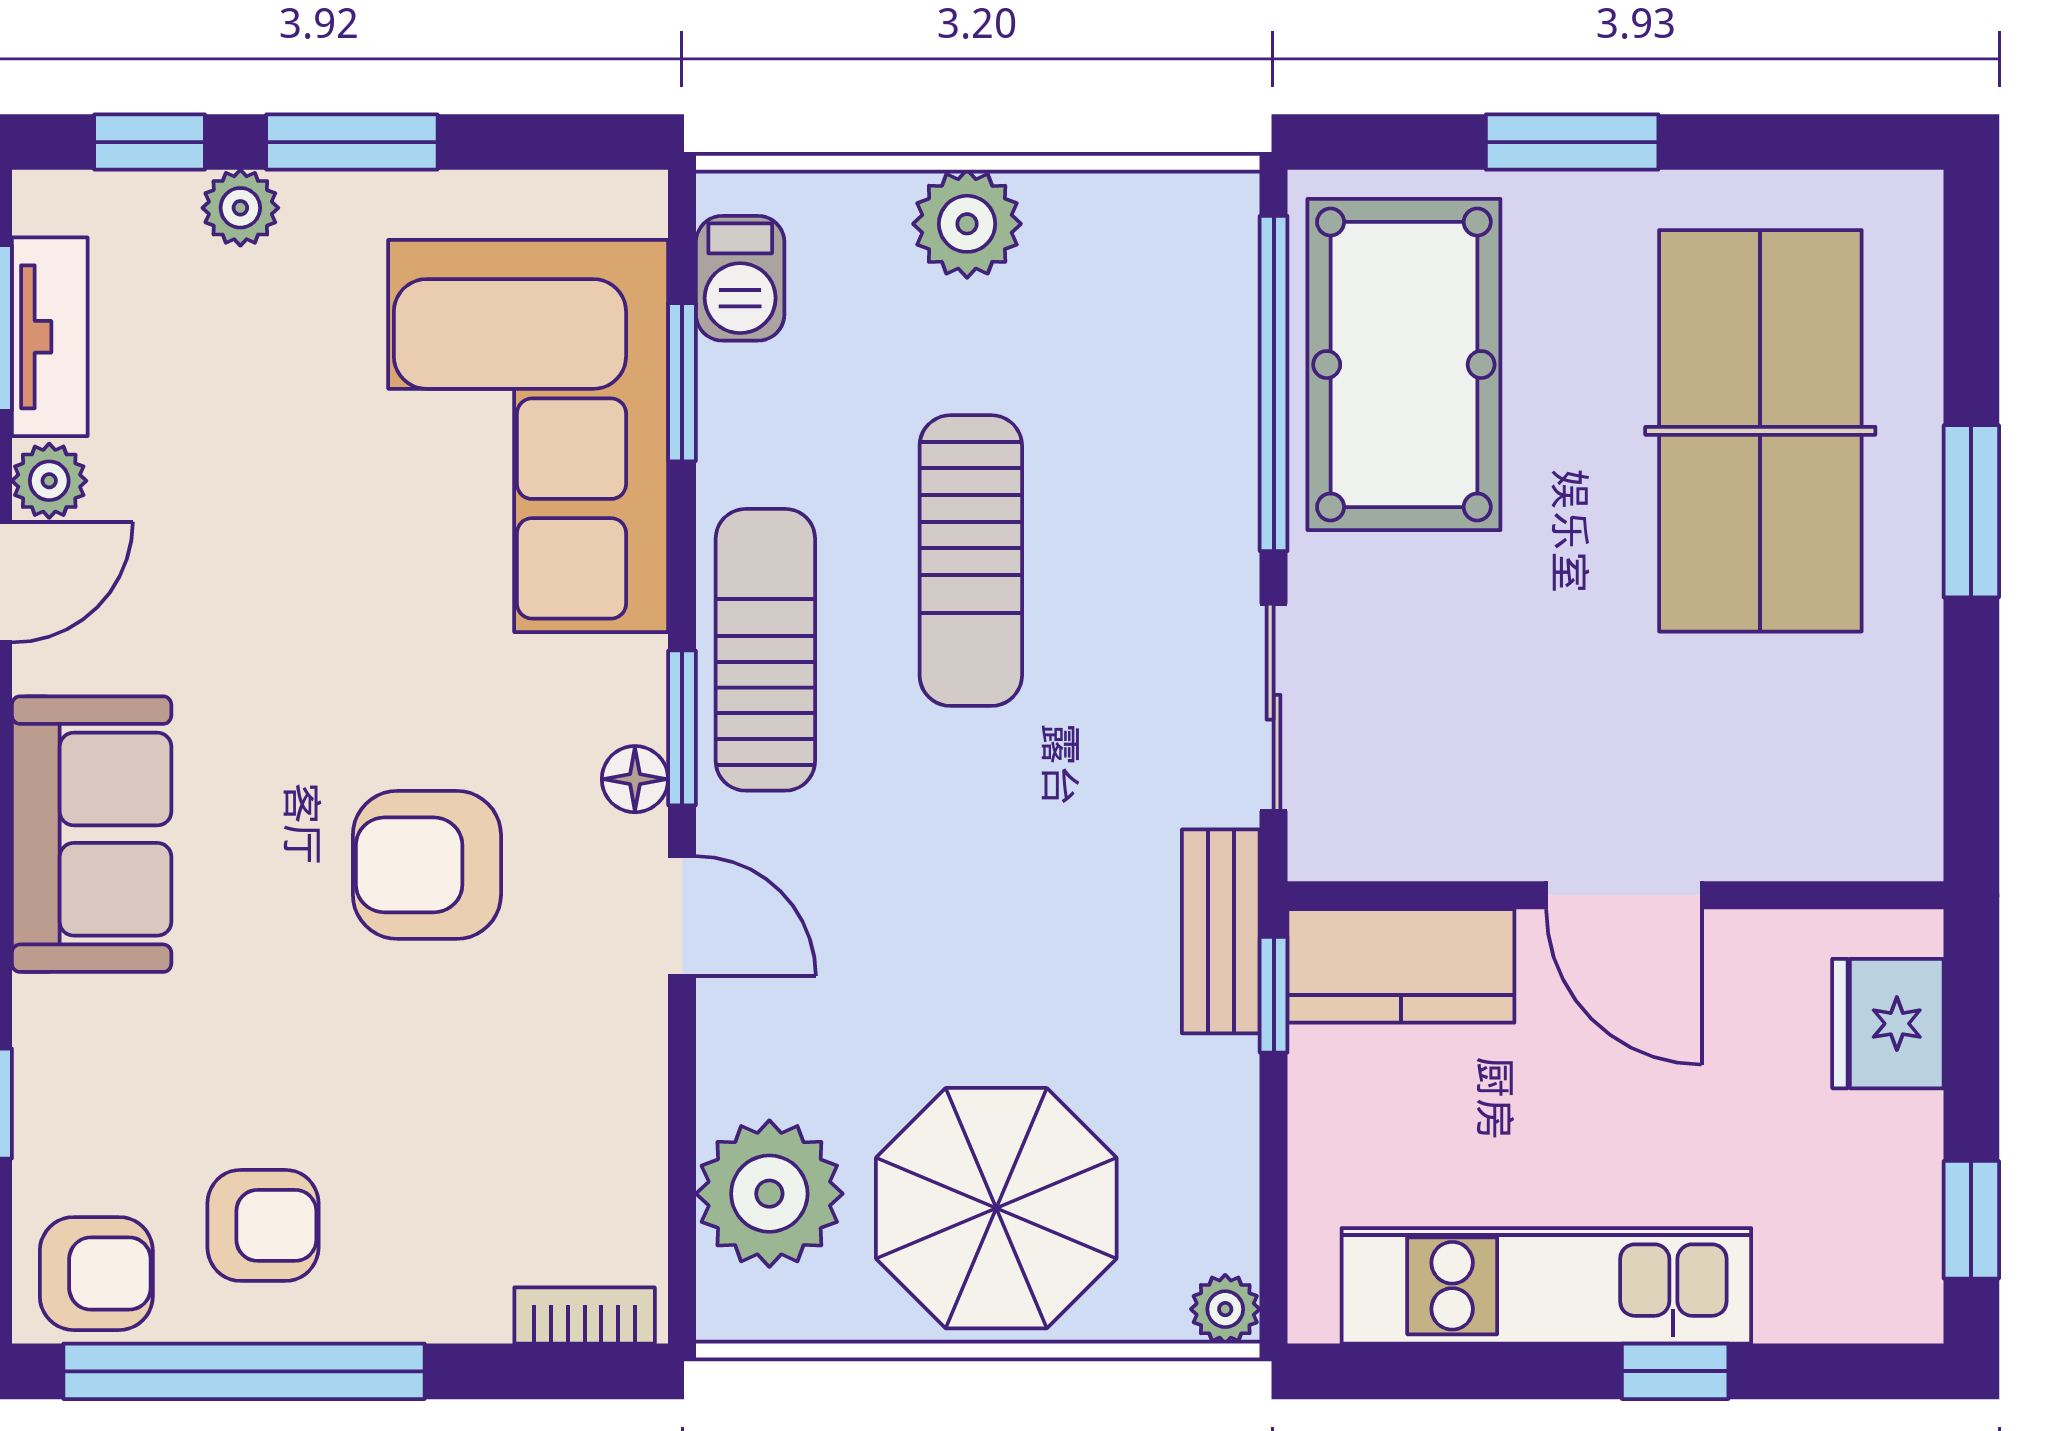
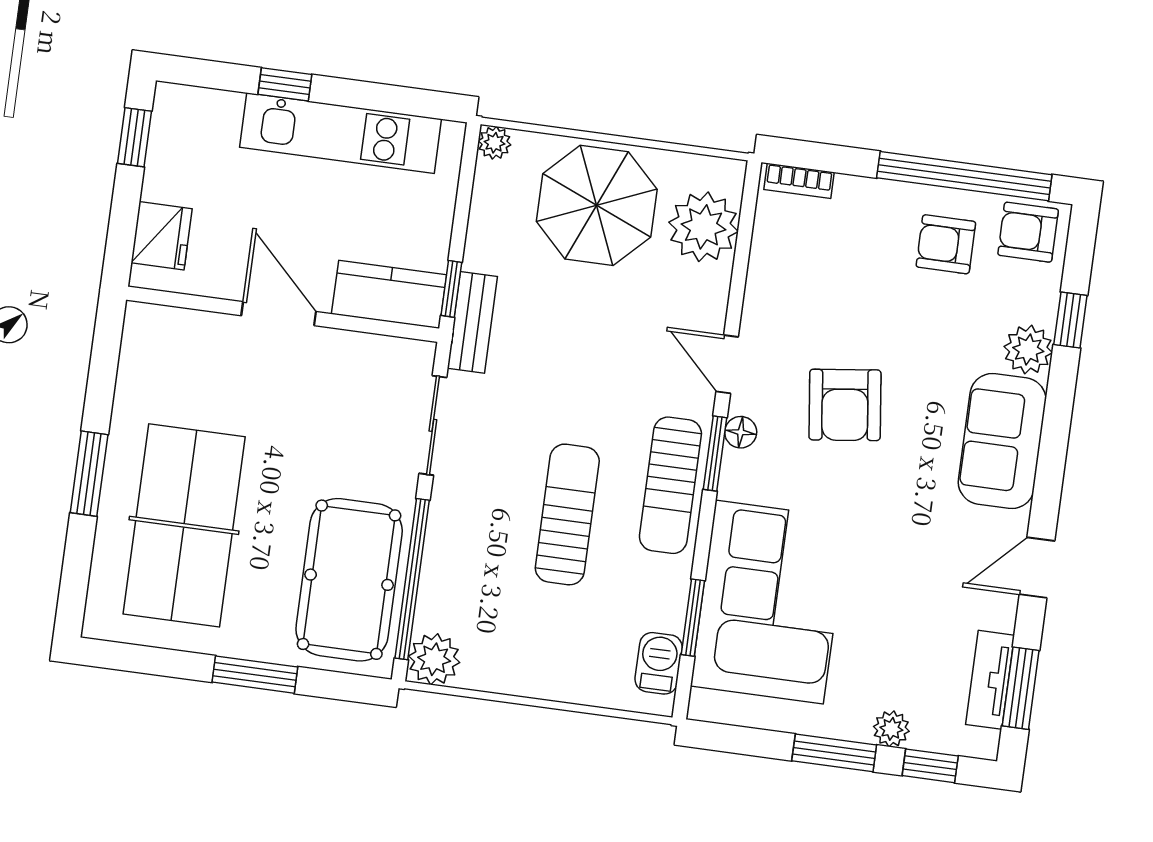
plant: (967, 224) -> (434, 659), moved
plant: (49, 481) -> (1028, 350), moved, width x1.38, depth x1.38
armchair: (427, 865) -> (845, 405), turned 83

